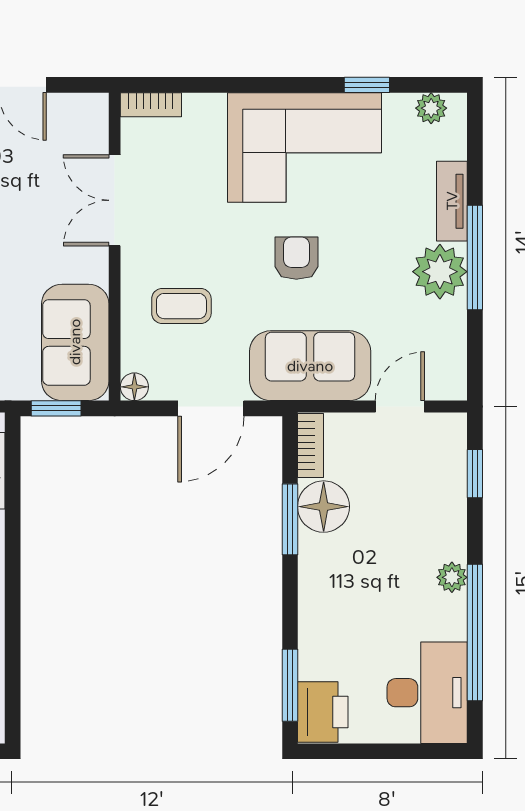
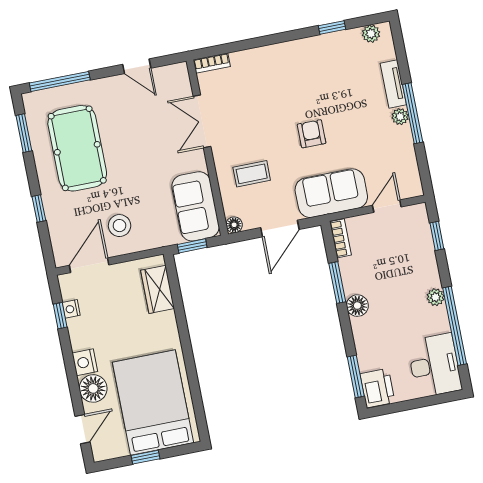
corner sofa: (304, 147) -> (304, 70), removed
plant: (440, 272) -> (400, 117), width x0.53, depth x0.53
floor lamp: (324, 507) -> (357, 306), moved, width x0.73, depth x0.73

